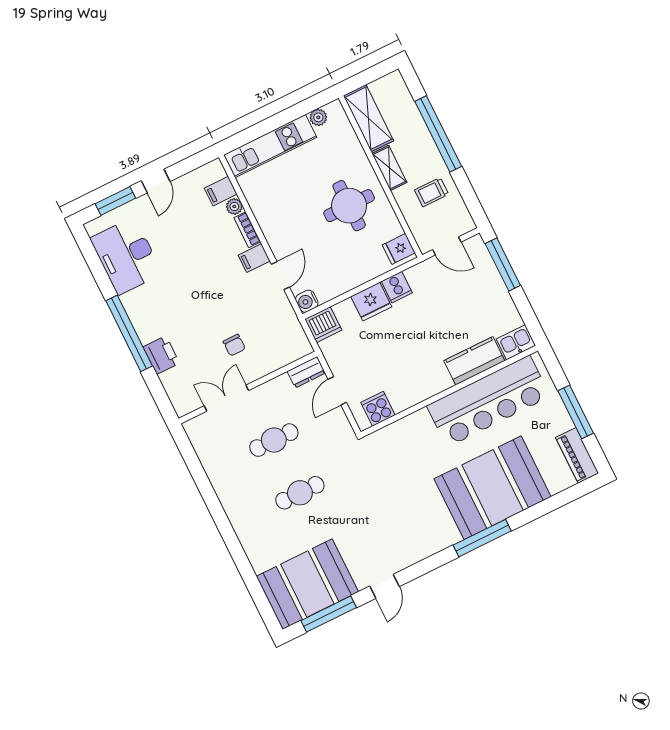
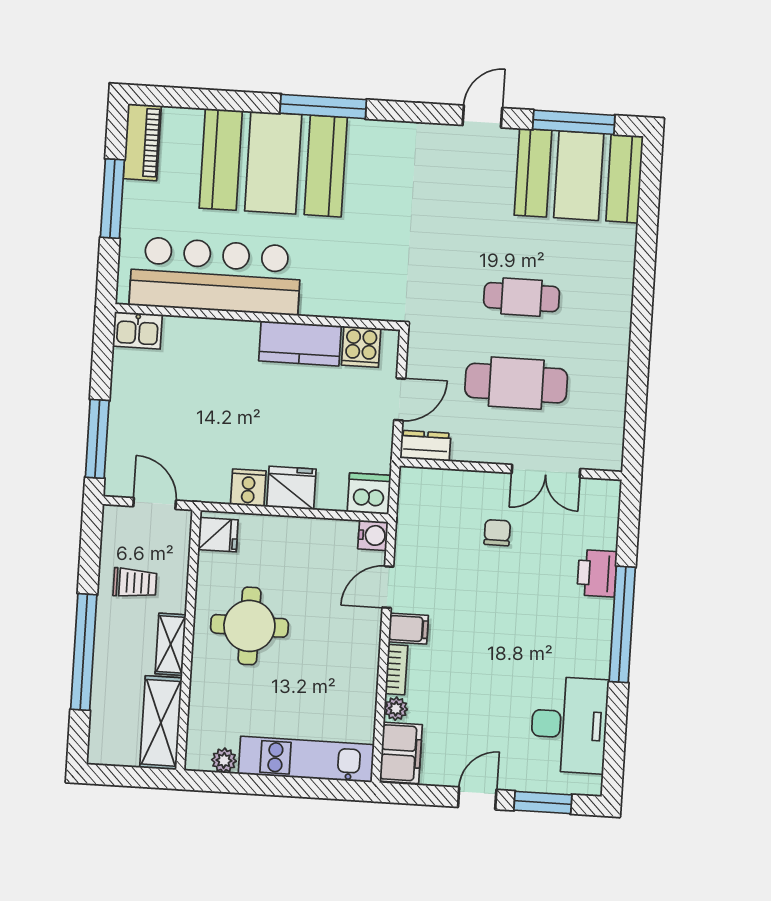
filing cabinet: (221, 191) -> (401, 753), width x2.00
kitchen counter: (474, 361) -> (300, 343), moved
cafe table: (274, 440) -> (516, 383), width x1.37, depth x1.35

